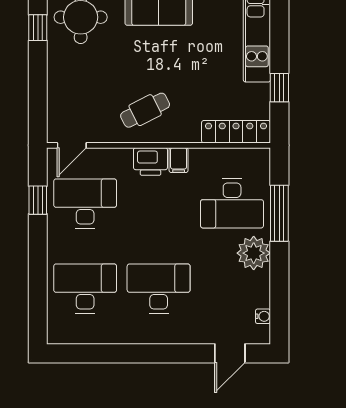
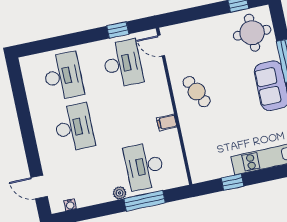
locker: (236, 132) -> (195, 158), removed
printer: (150, 161) -> (162, 103), removed
plant: (254, 253) -> (120, 193), width x0.53, depth x0.53

